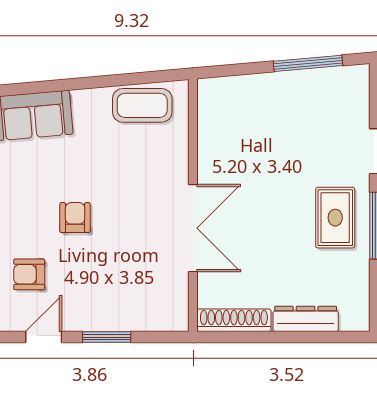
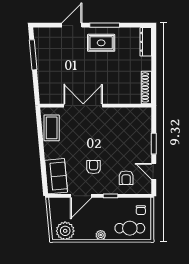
armchair: (75, 218) -> (94, 167), moved, turned 90
double door: (193, 228) -> (83, 106), moved
dresser: (306, 319) -> (146, 42), moved

